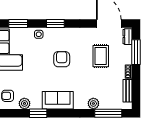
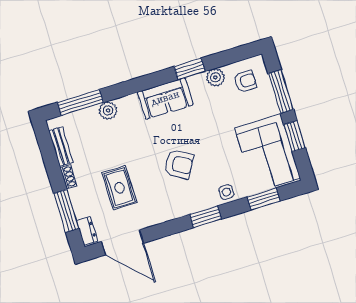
armchair: (62, 59) -> (179, 164), turned -59

